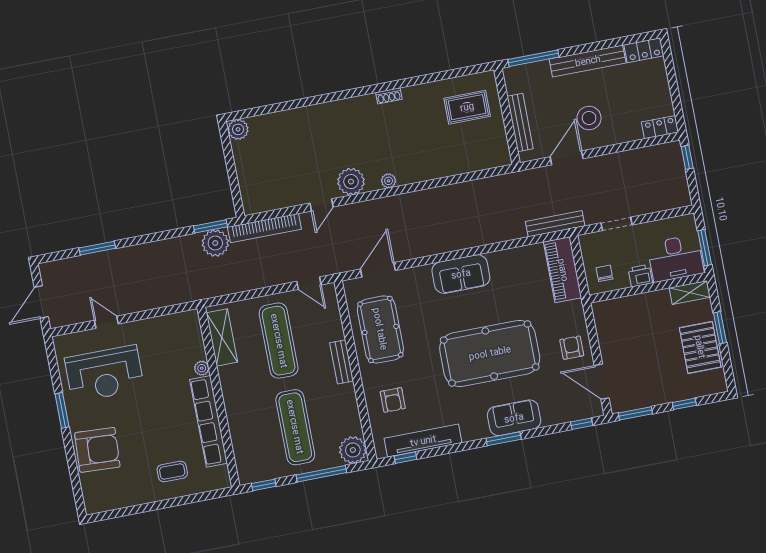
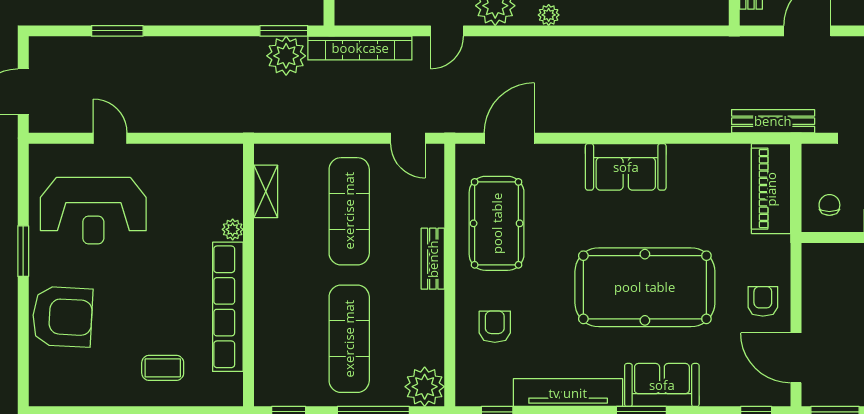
shelving: (222, 337) -> (266, 191), width x0.67, depth x0.75
armchair: (393, 400) -> (495, 327), turned 180
tv unit: (423, 441) -> (568, 393), moved

